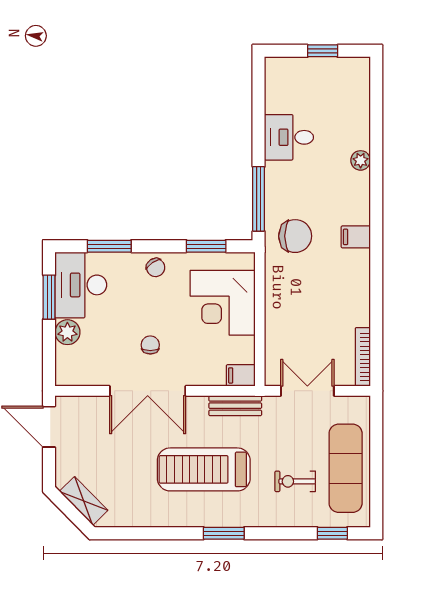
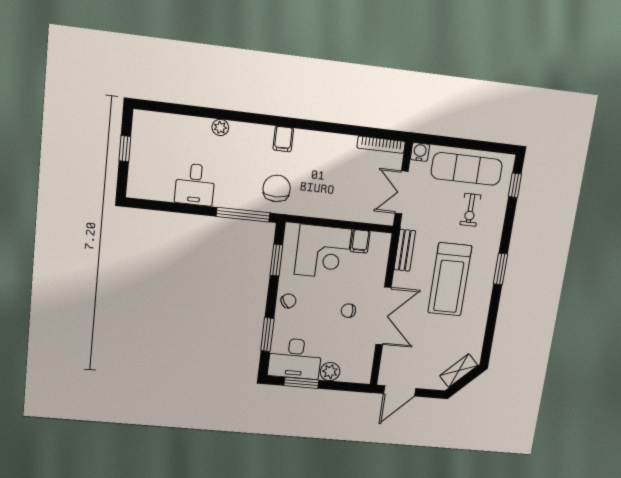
filing cabinet: (241, 375) -> (360, 241), moved
water cooler: (360, 406) -> (420, 152), added

